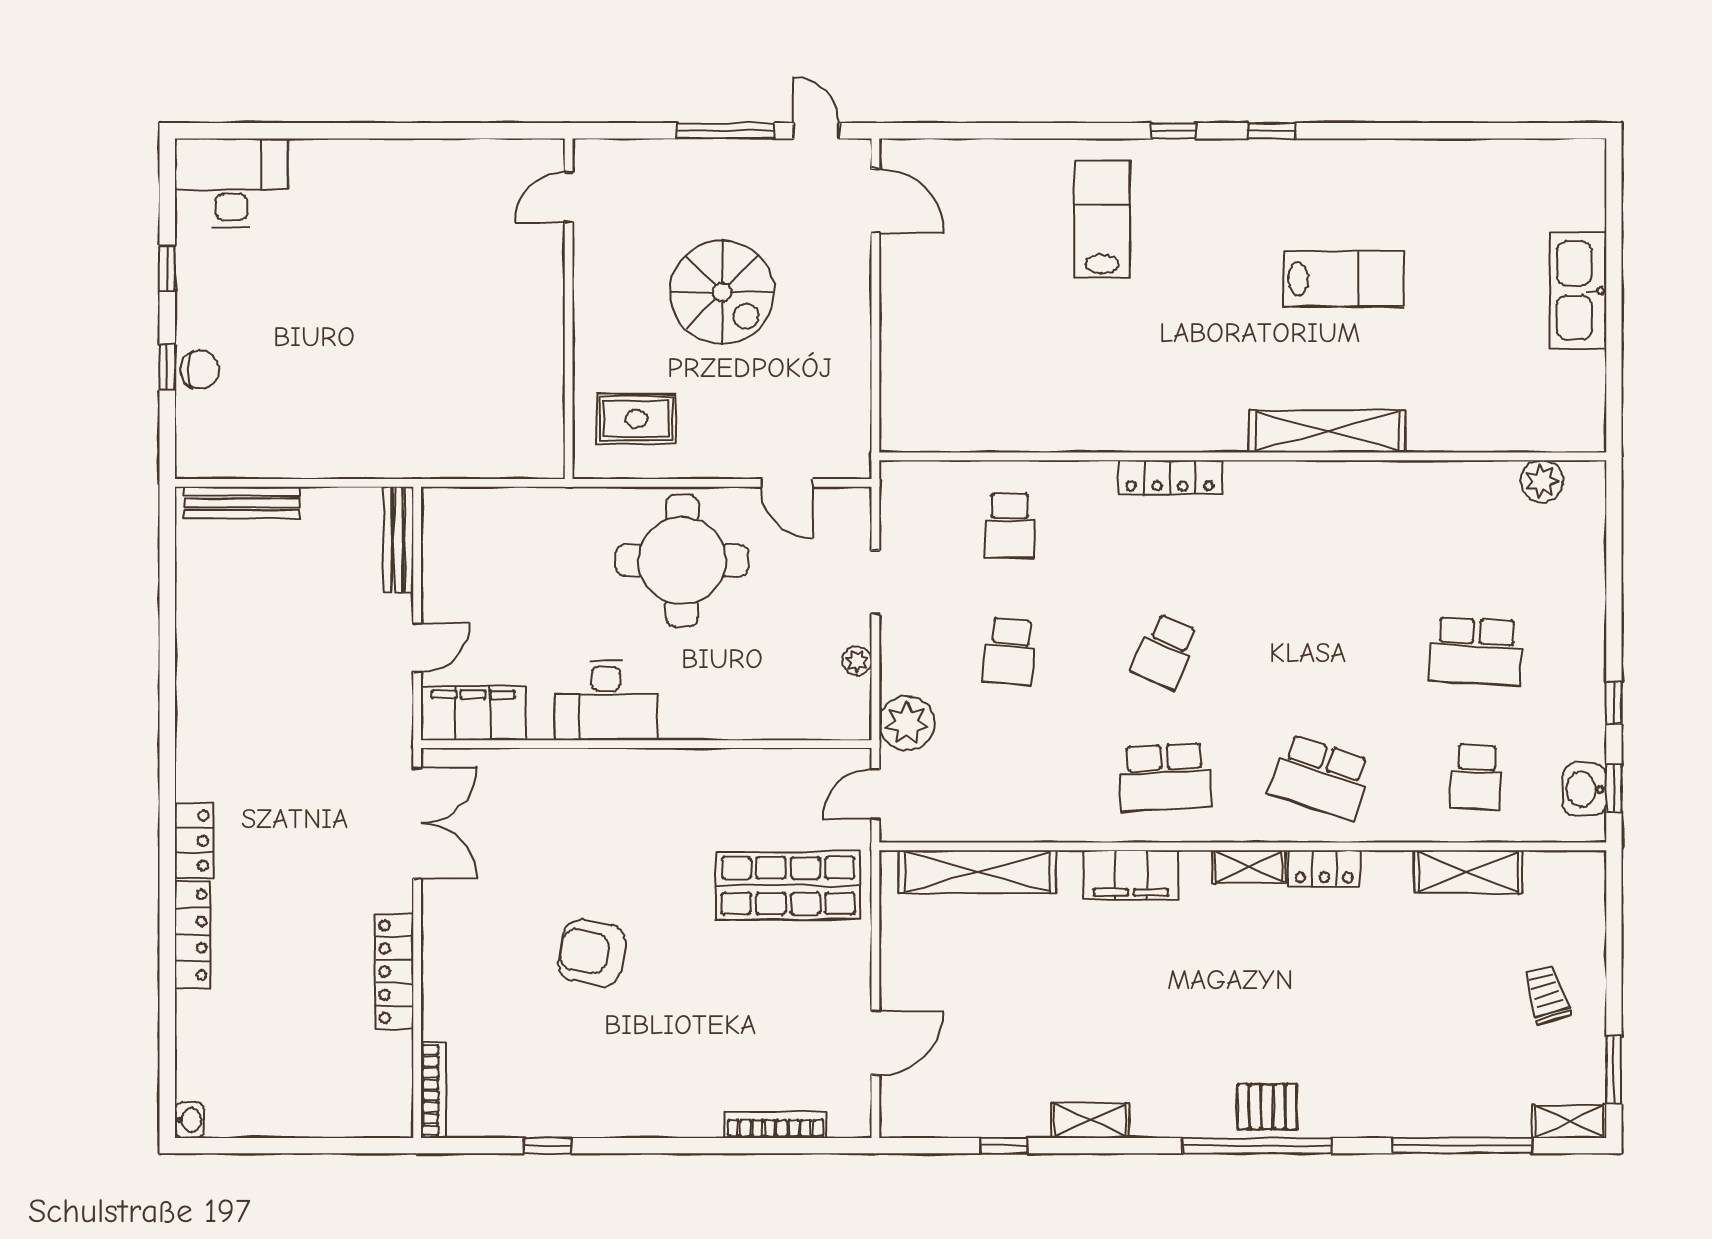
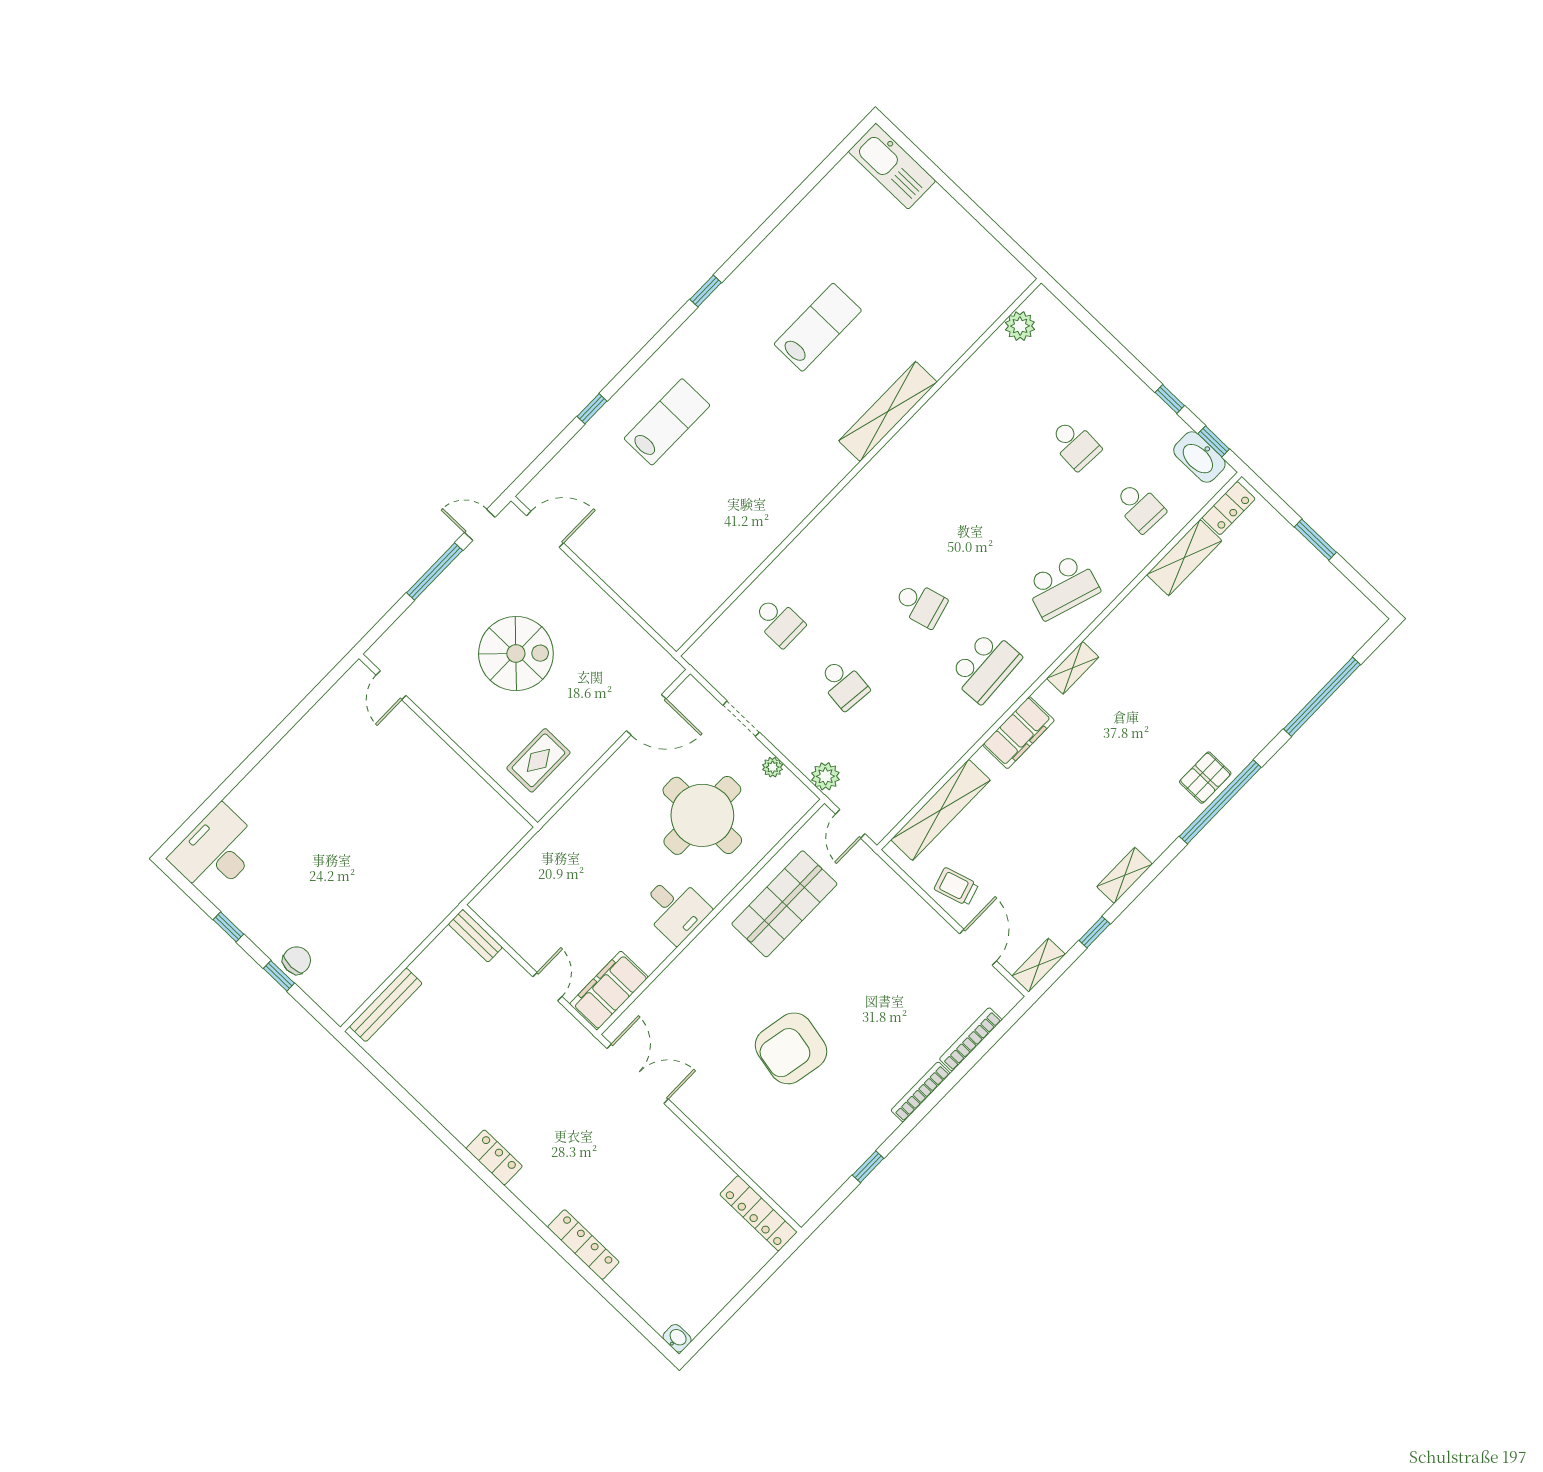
window: (1173, 131) -> (592, 409), moved
lab bench: (1102, 219) -> (667, 422), turned 90
kitchen sink: (1578, 291) -> (892, 166), moved
locker: (1170, 477) -> (833, 515), removed
door: (787, 483) -> (646, 715), width x1.38
bench: (399, 540) -> (475, 936), width x0.73
round table: (682, 561) -> (702, 815), moved
school desk: (1165, 651) -> (920, 604), turned -39
school desk: (1476, 651) -> (1075, 444), width x0.54
desk: (606, 700) -> (675, 909), width x0.73
plant: (907, 723) -> (825, 776), width x0.73, depth x0.73
washbasin: (1584, 789) -> (1199, 457), width x1.38
locker: (194, 841) -> (494, 1157), moved
locker: (1324, 868) -> (1229, 508), moved
shop shelf: (788, 886) -> (784, 904), moved
armchair: (592, 953) -> (791, 1048), width x1.36, depth x1.36
locker: (394, 971) -> (758, 1213), moved
trolley: (1546, 994) -> (956, 887), moved
window: (1614, 1069) -> (1315, 540), moved
bookcase: (433, 1090) -> (921, 1092), moved, turned -90
shelving: (1569, 1121) -> (1039, 965), moved

